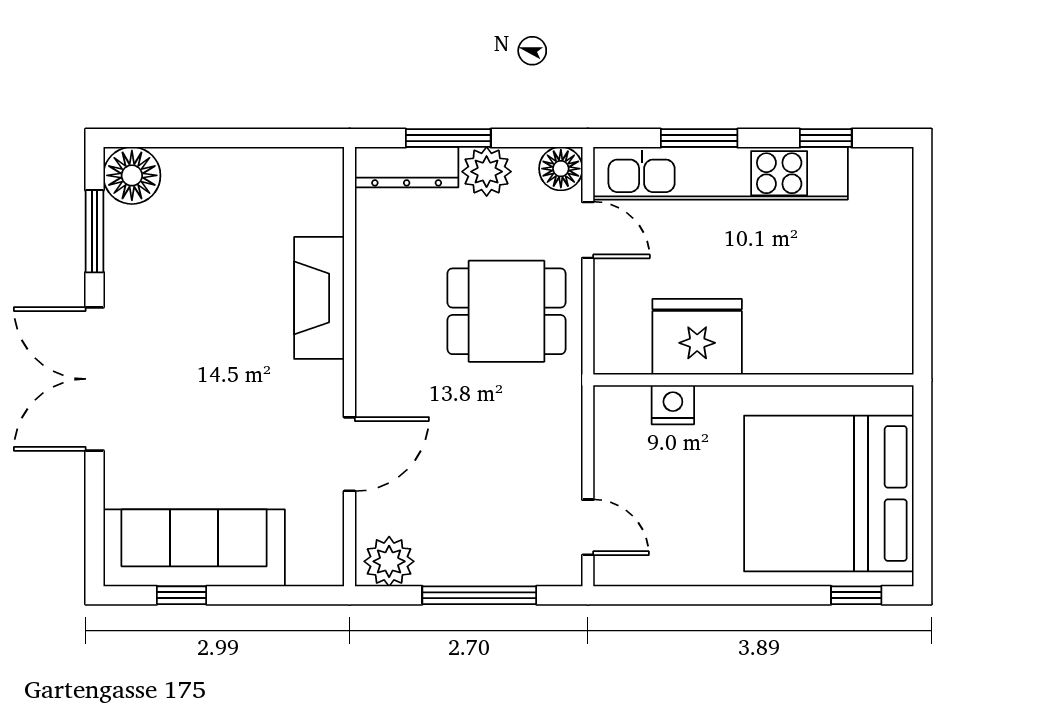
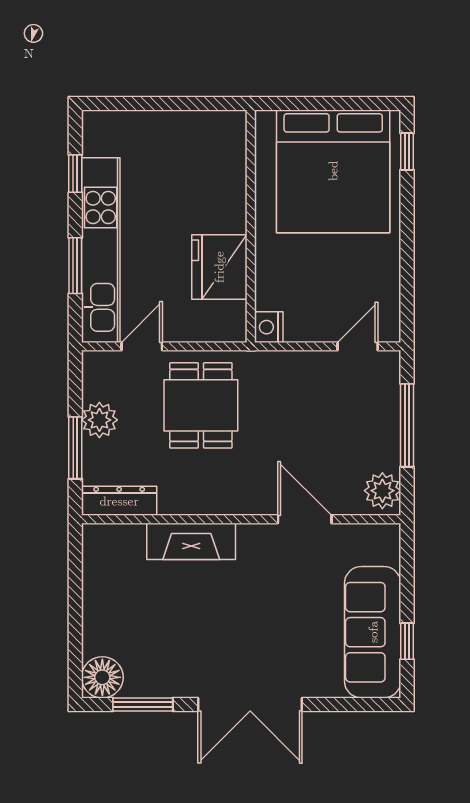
dresser: (407, 167) -> (119, 501), moved, turned -90
floor lamp: (561, 169) -> (97, 366), removed
nightstand: (673, 405) -> (269, 327), moved

